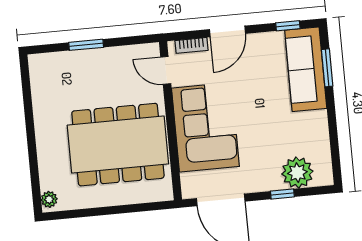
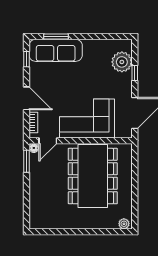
window: (86, 45) -> (27, 161), moved
floor lamp: (152, 50) -> (34, 148), added

